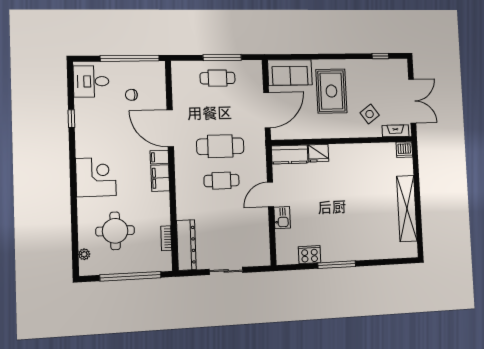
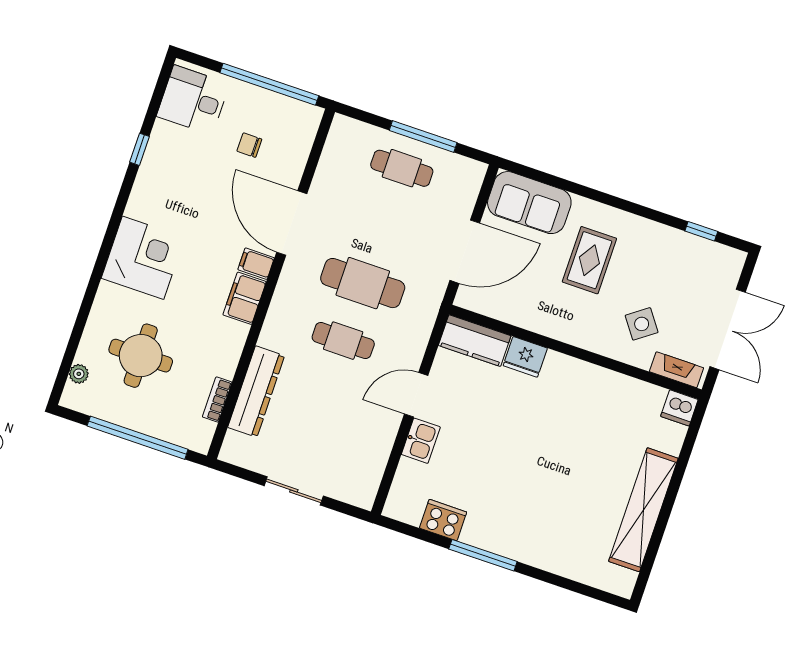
rug: (331, 91) -> (589, 260), width x0.73, depth x0.70
dresser: (186, 245) -> (256, 391), moved

